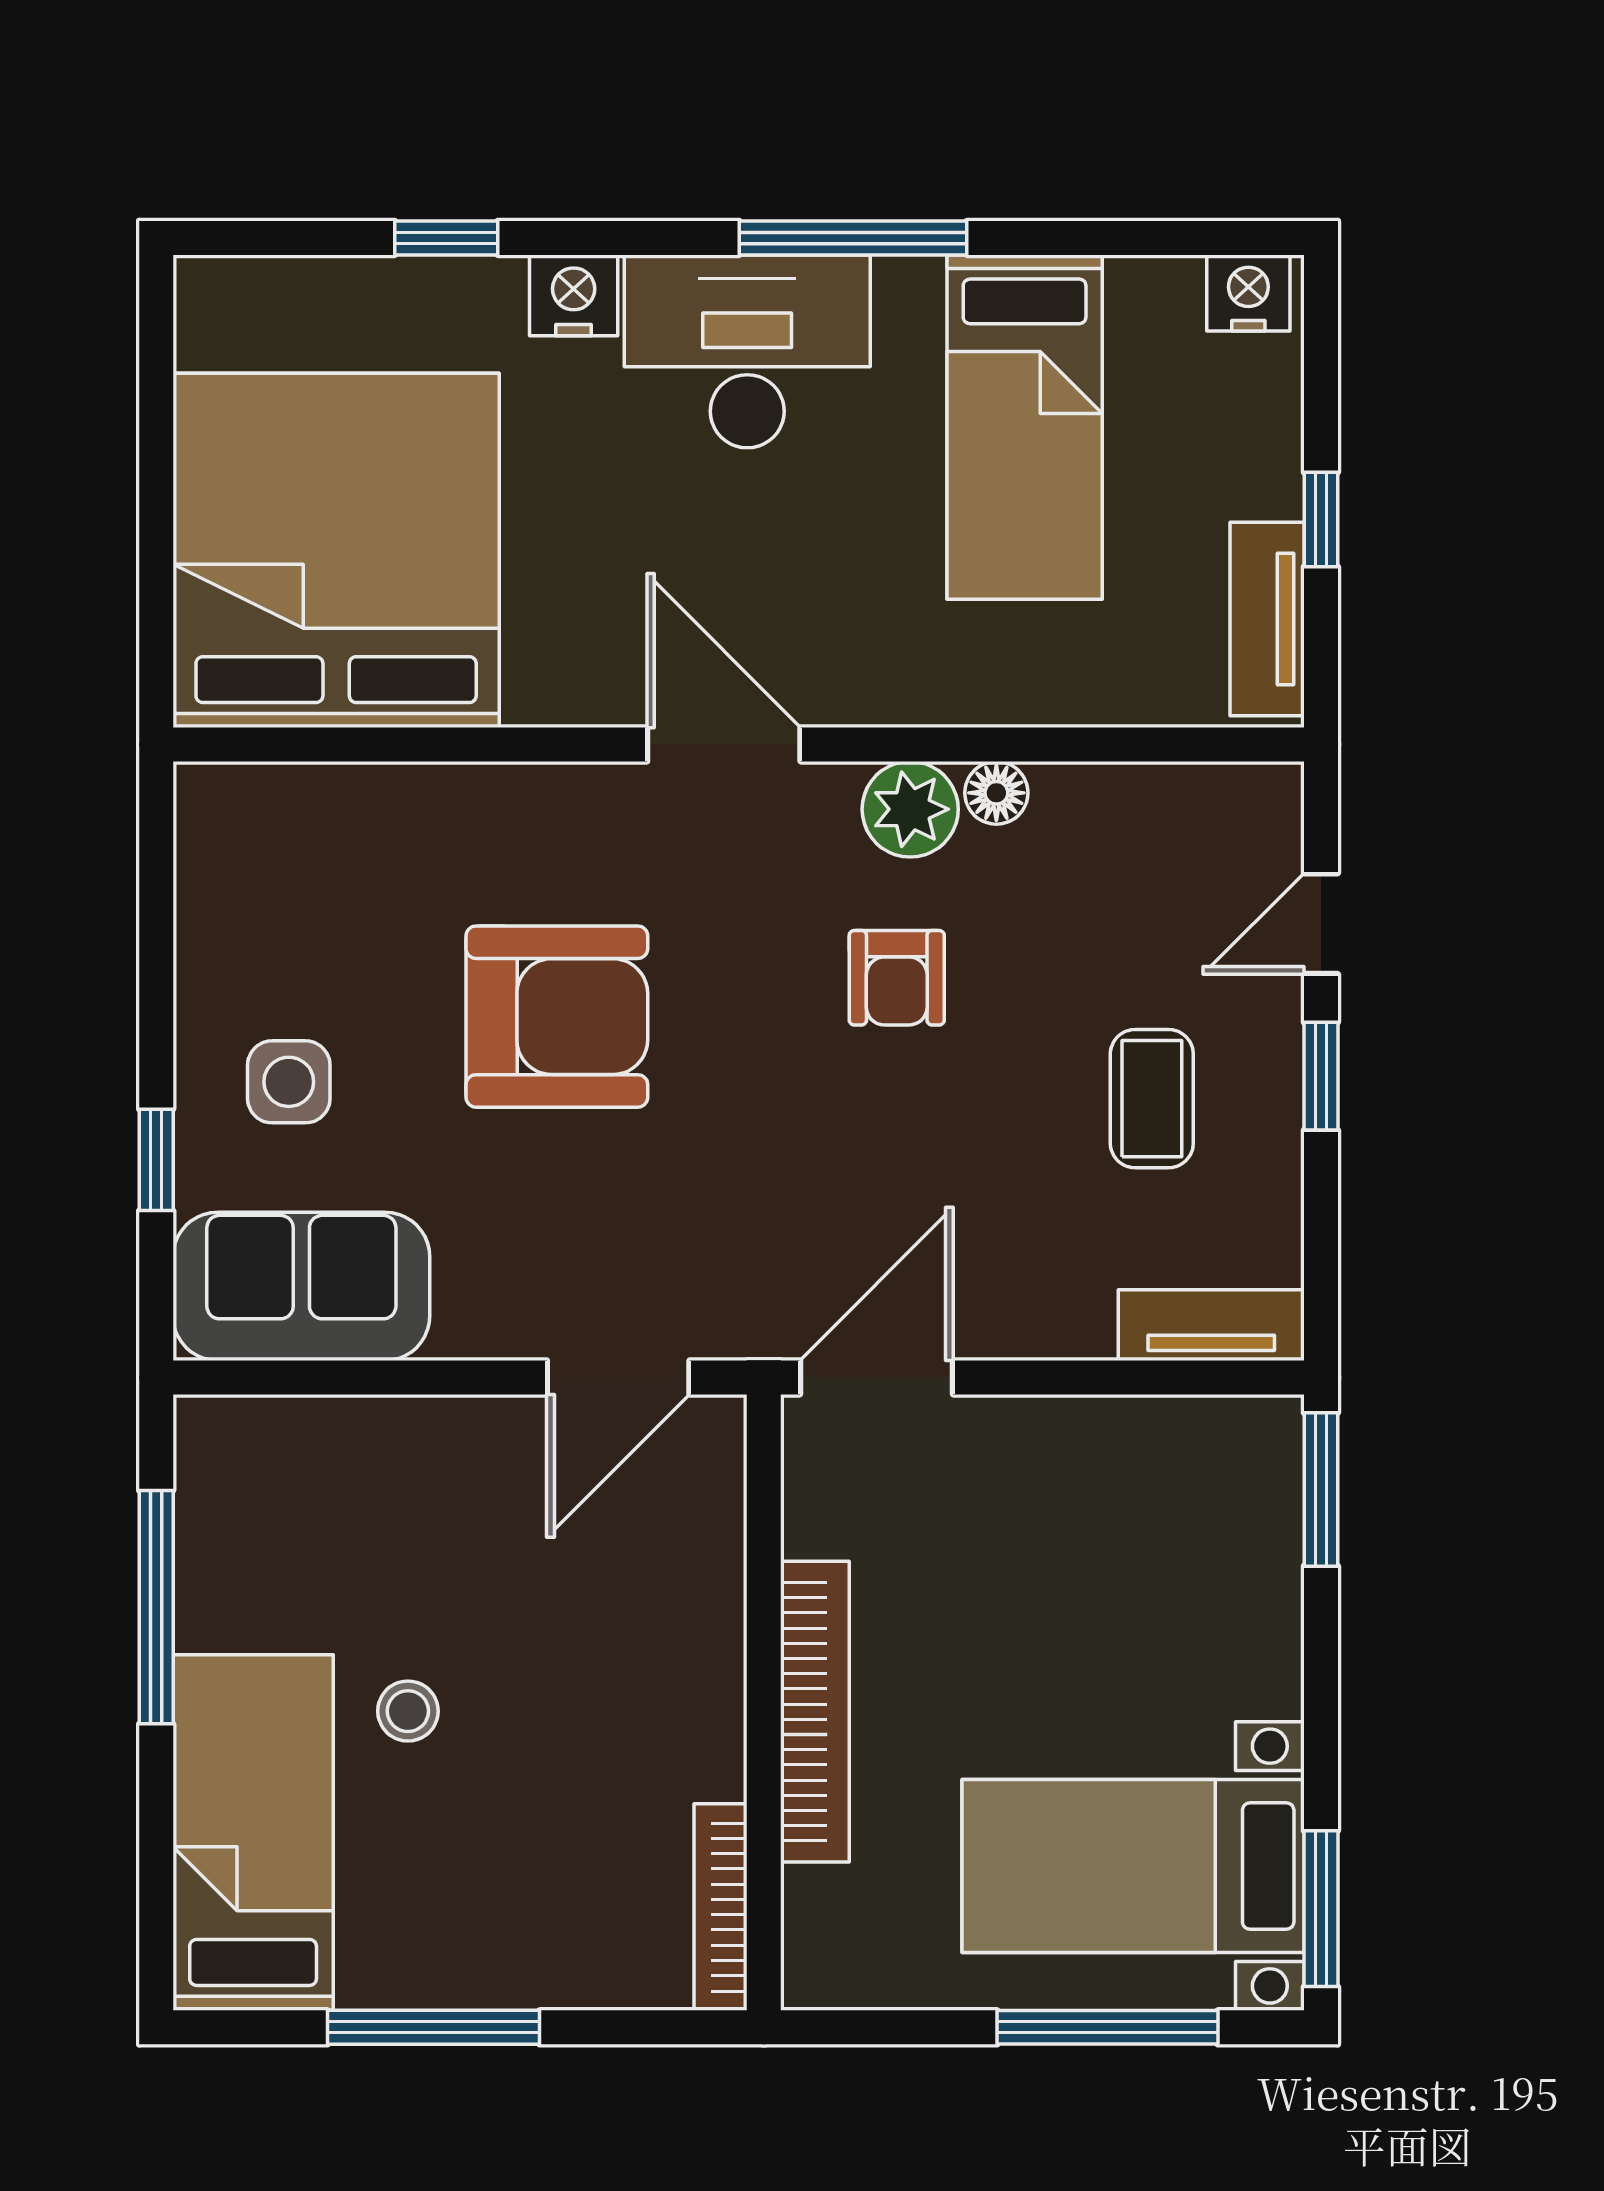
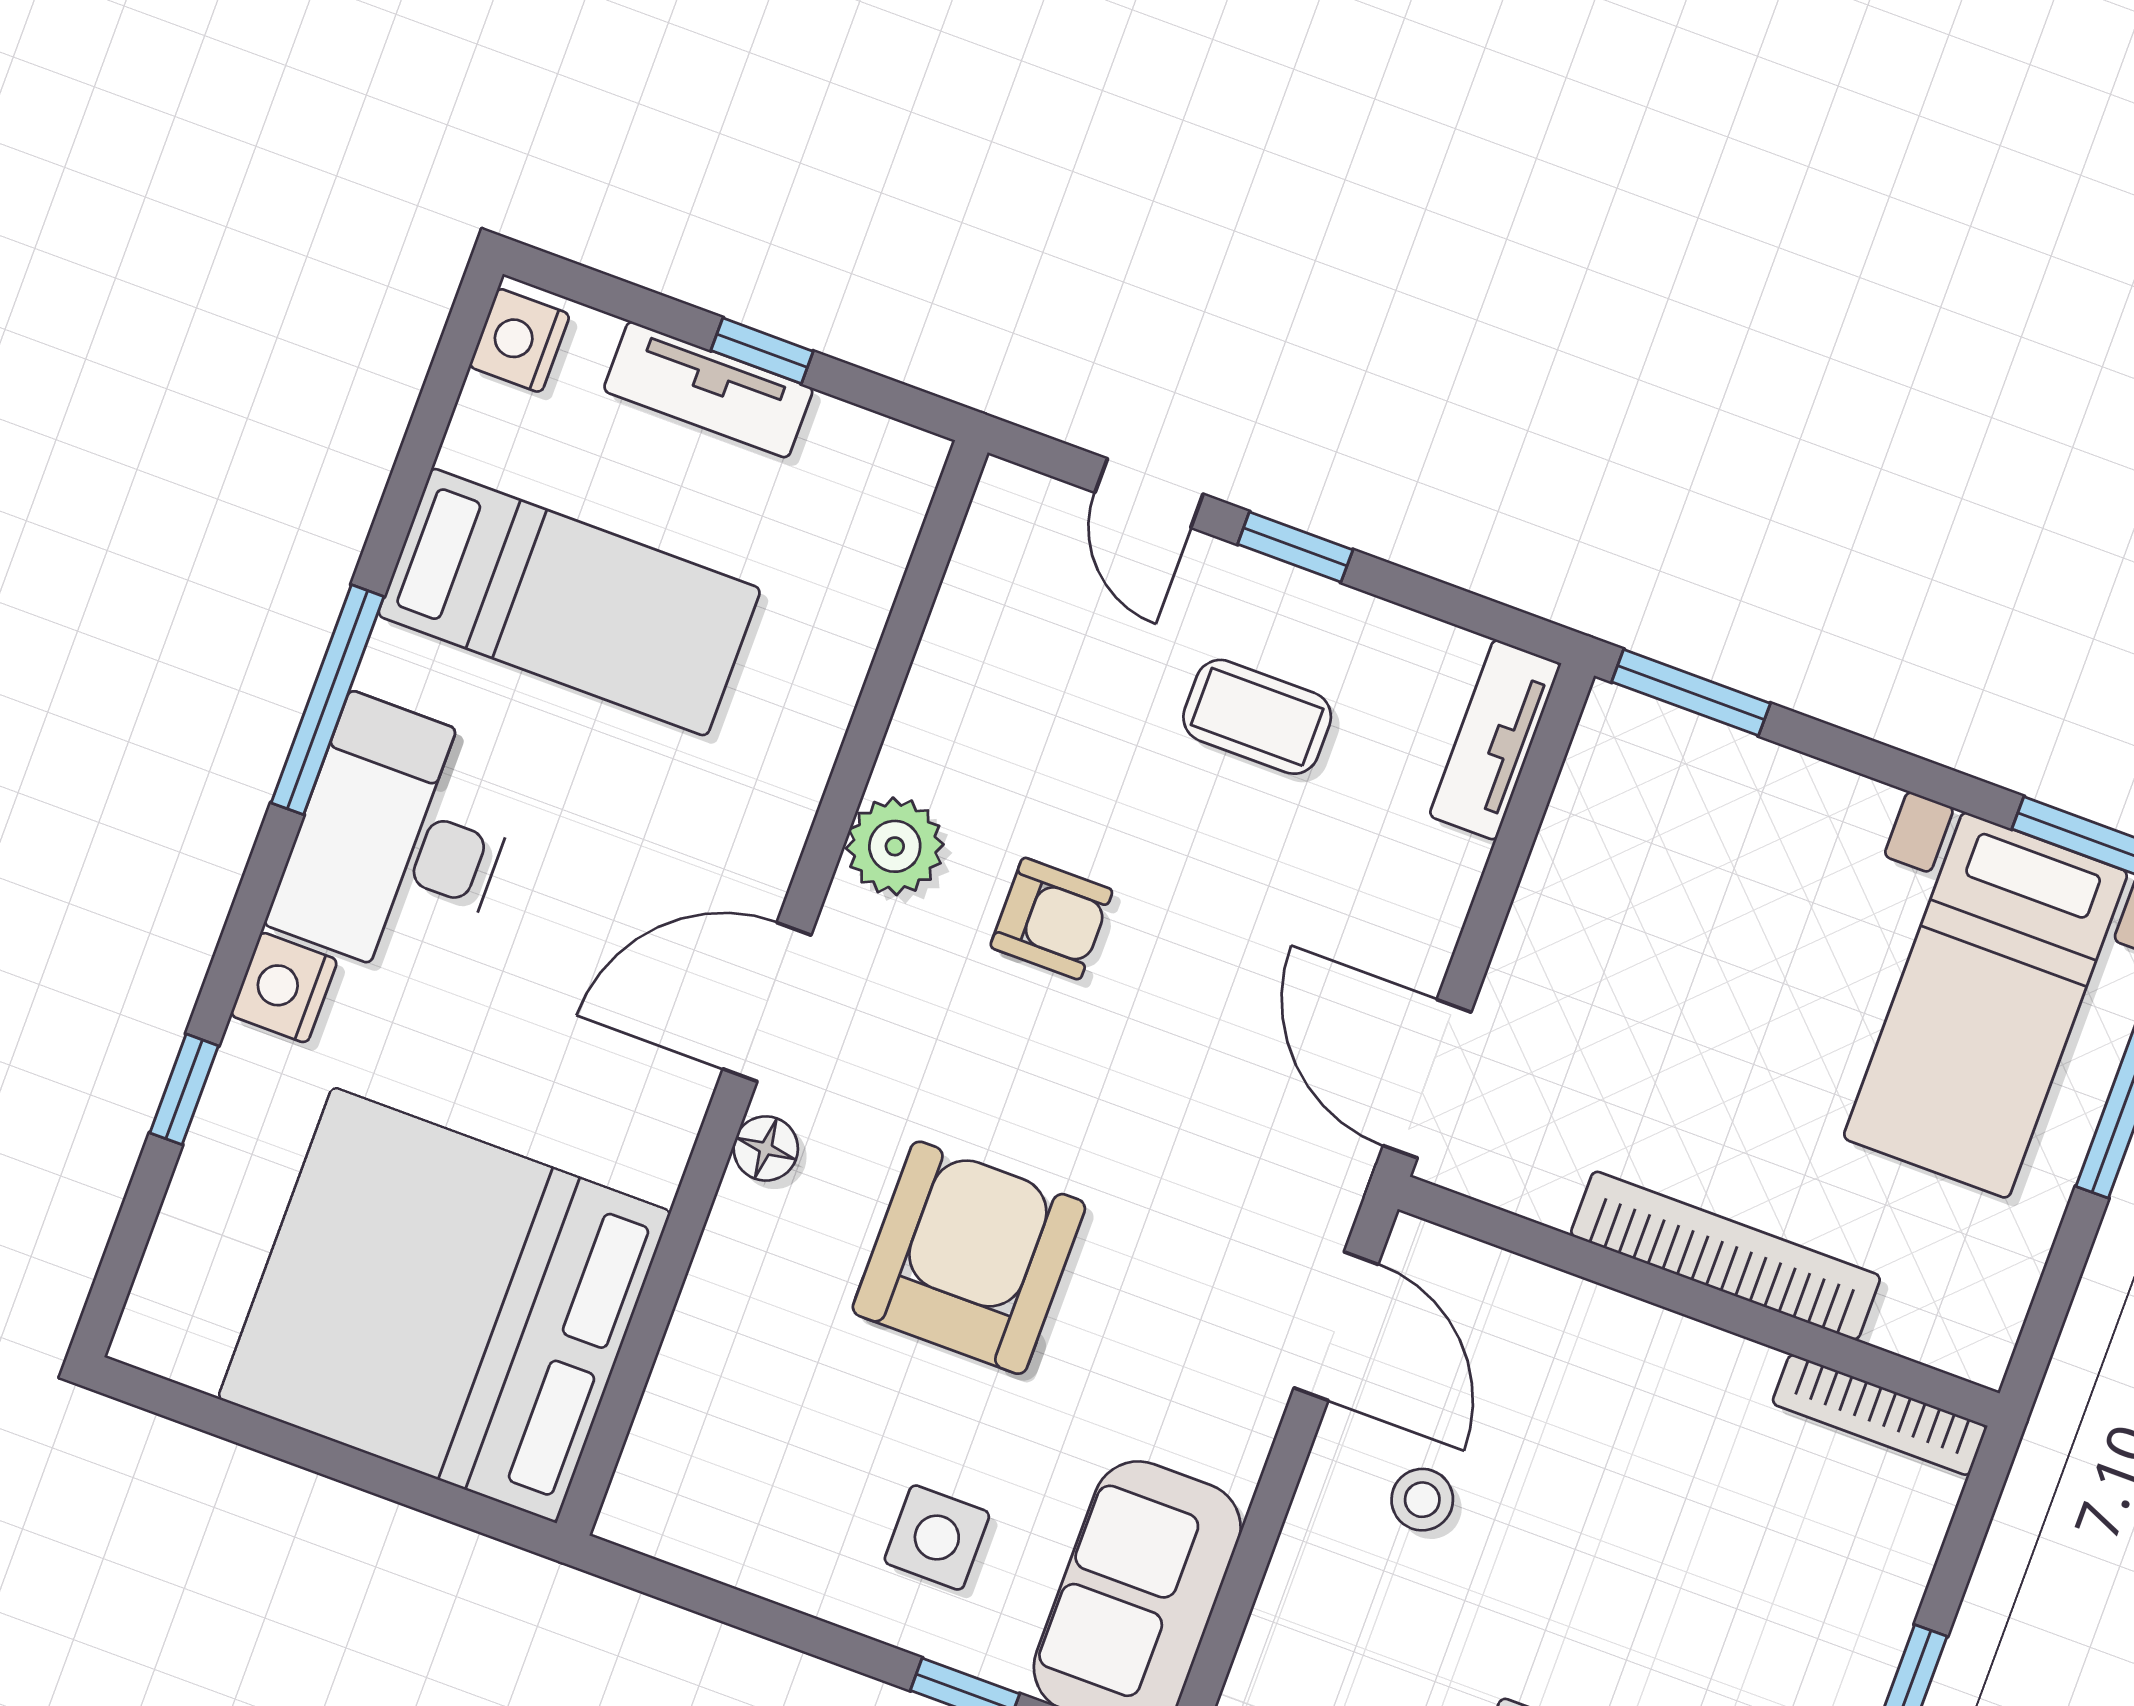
tv unit: (1267, 619) -> (708, 390), moved
floor lamp: (996, 793) -> (766, 1148), moved
stool: (408, 1711) -> (1422, 1500), moved

